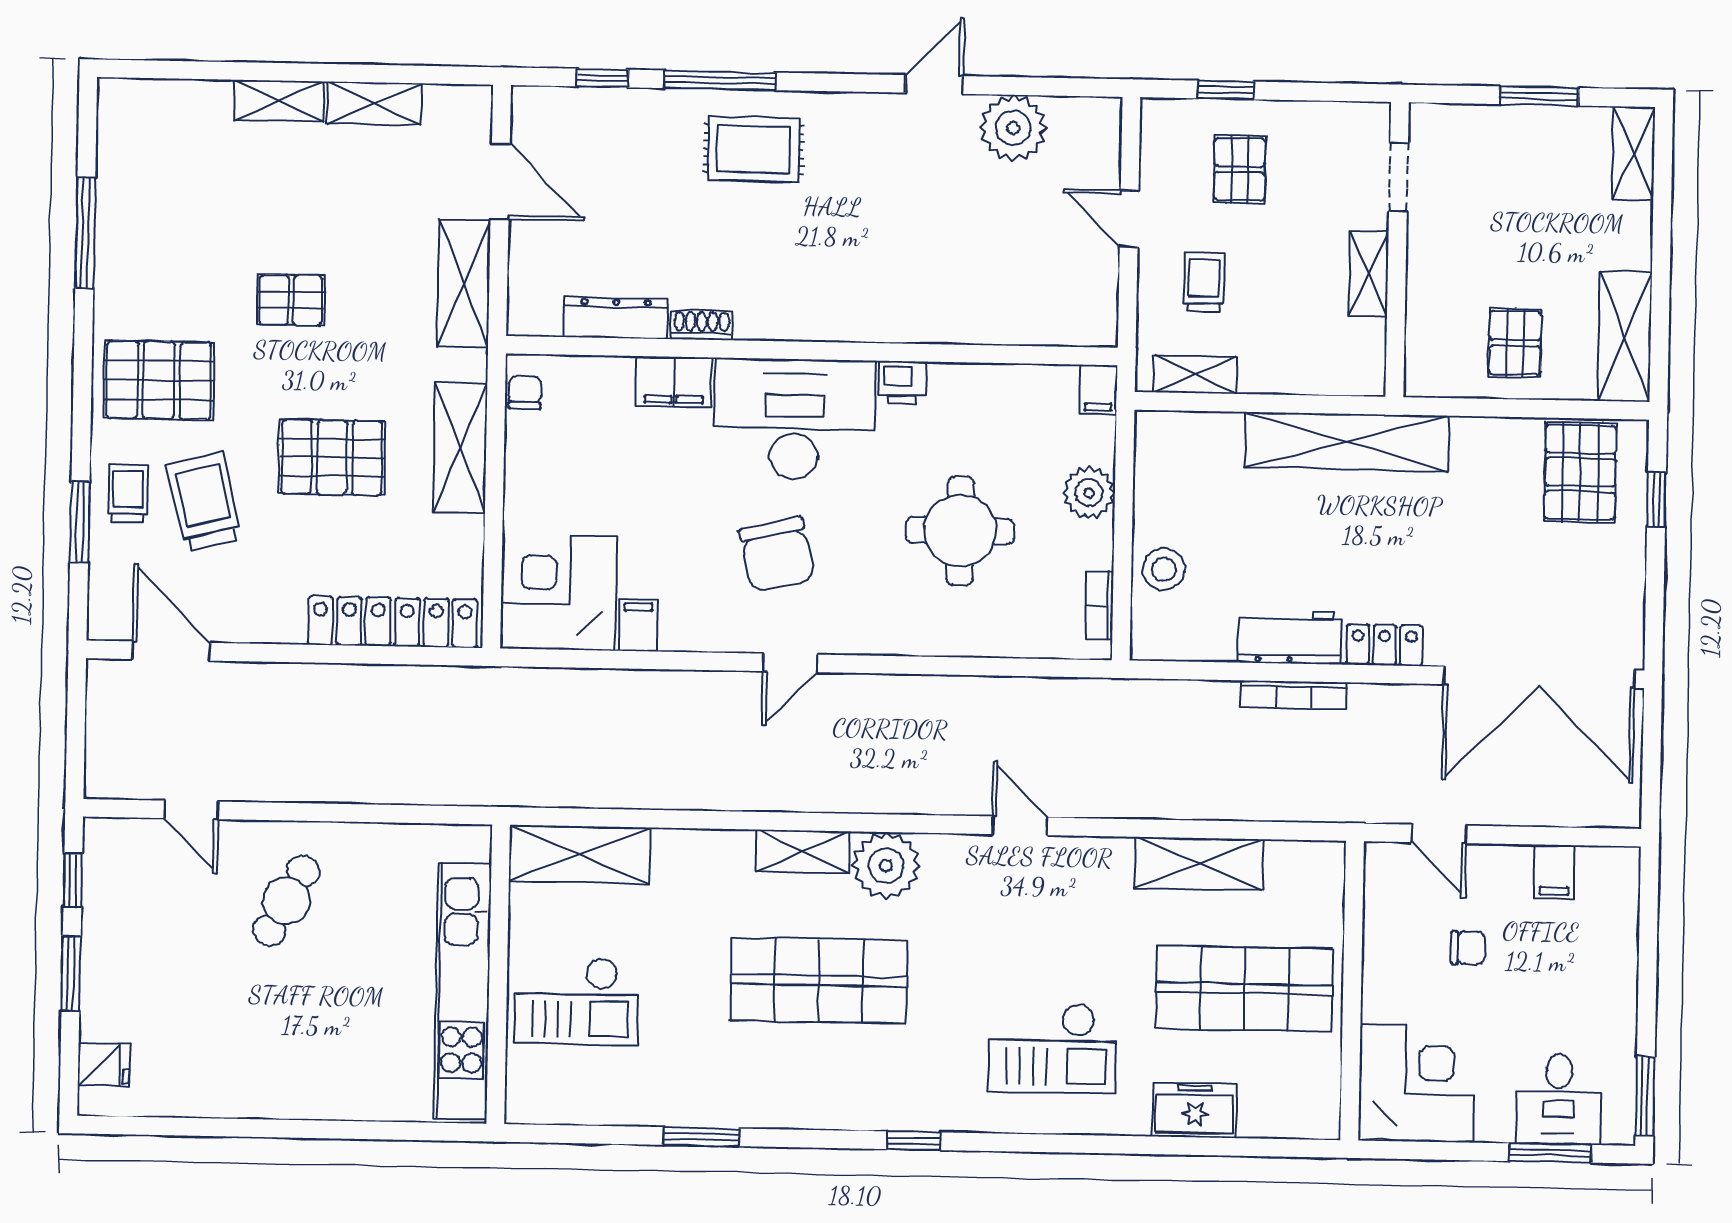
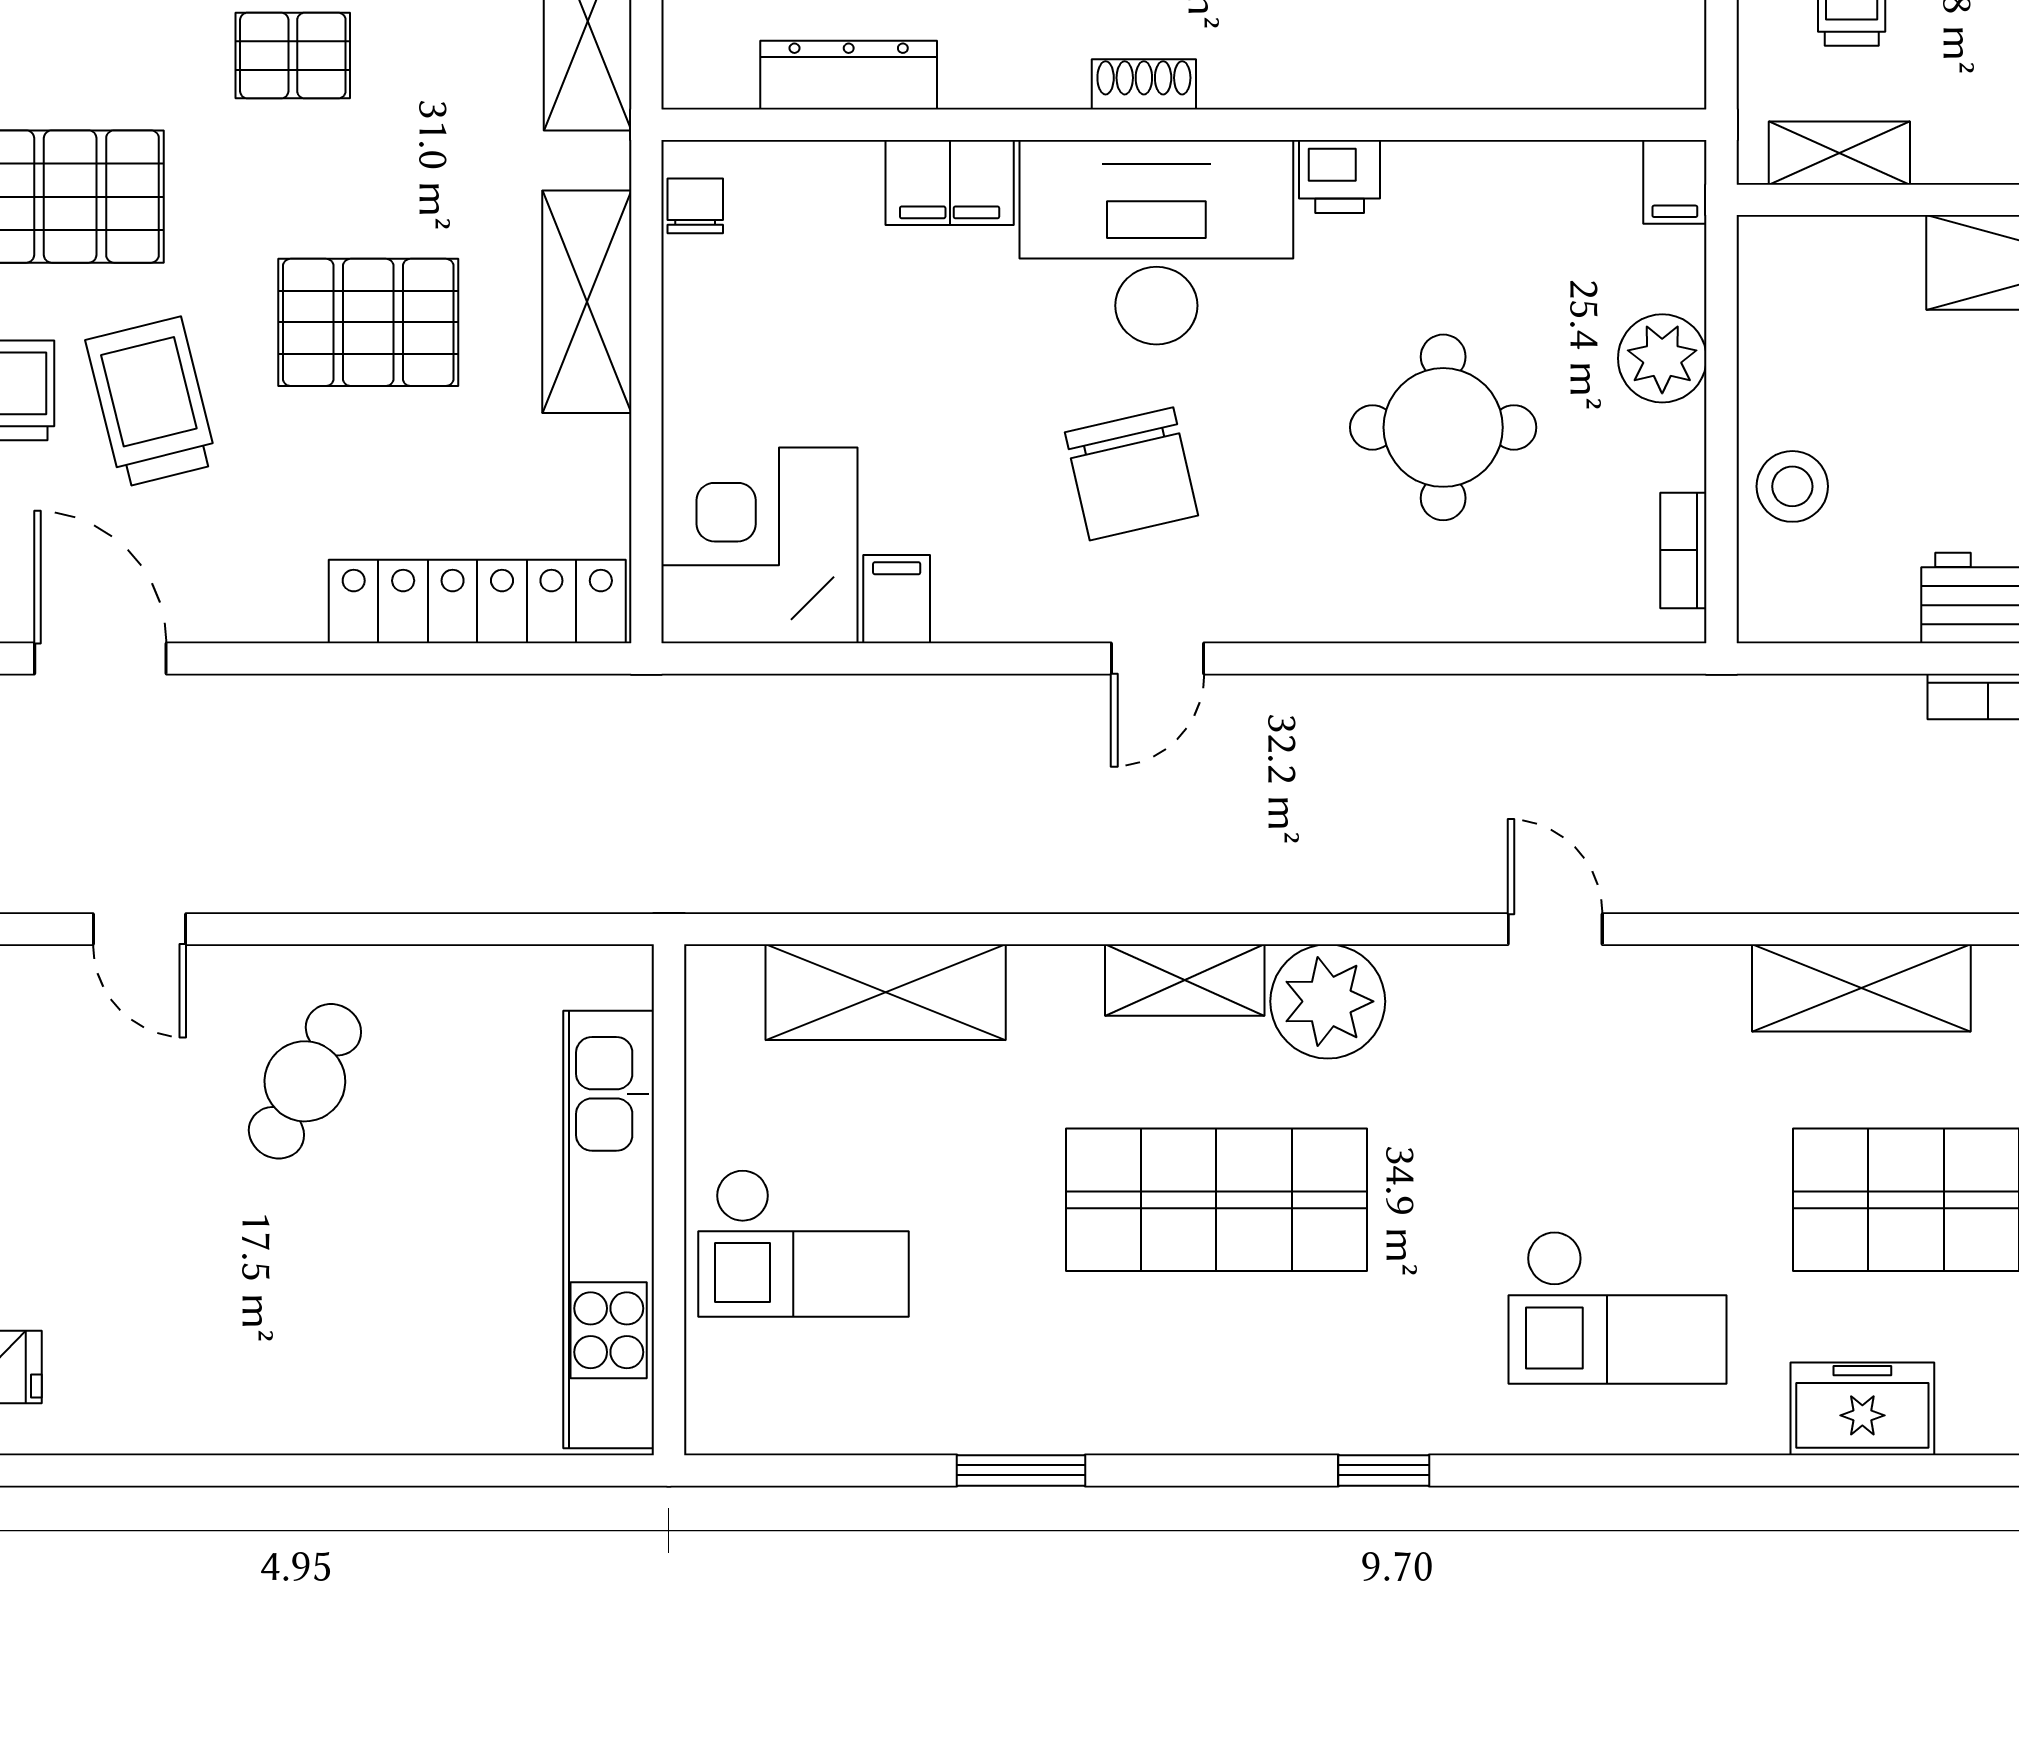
shoe rack: (702, 325) -> (1144, 84), moved
shelving: (580, 854) -> (886, 992), moved

